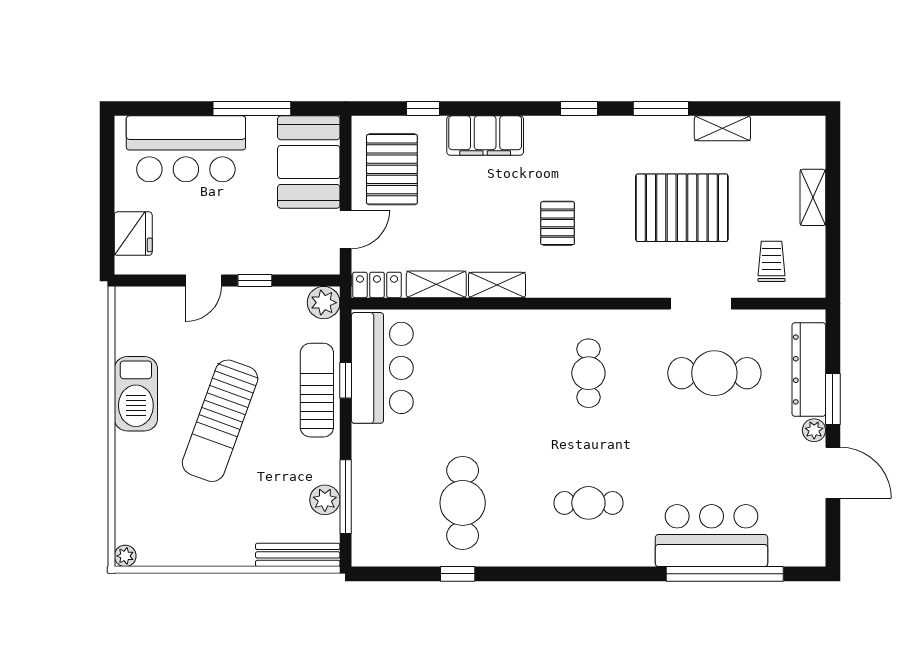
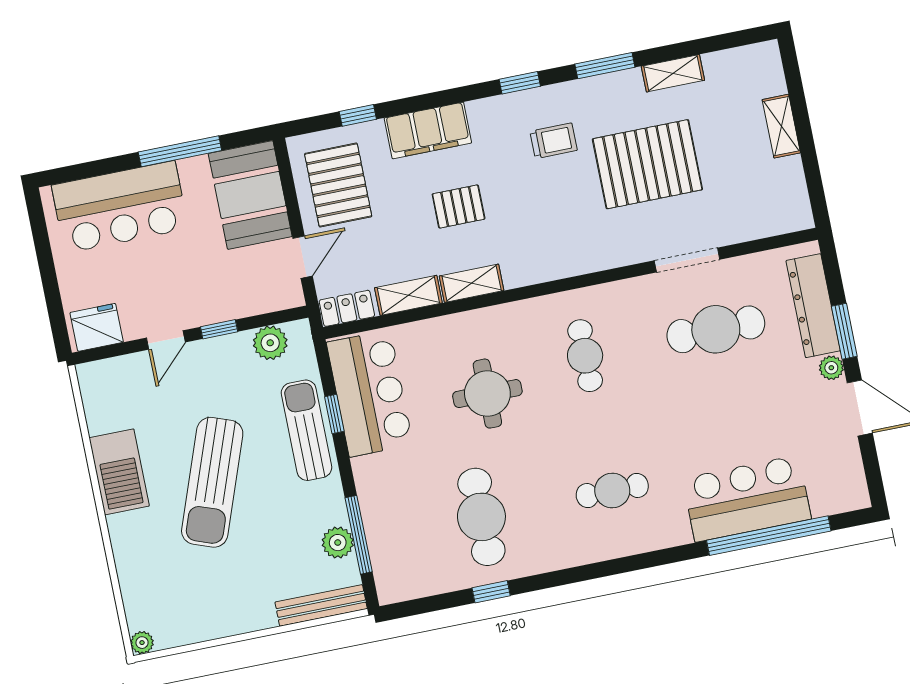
pallet: (558, 223) -> (459, 206), moved, turned 90
fridge: (133, 234) -> (97, 327), moved, turned -90
trolley: (771, 261) -> (554, 141), moved, turned 90
plant: (324, 303) -> (270, 343), moved
round table: (491, 390) -> (487, 394), added

